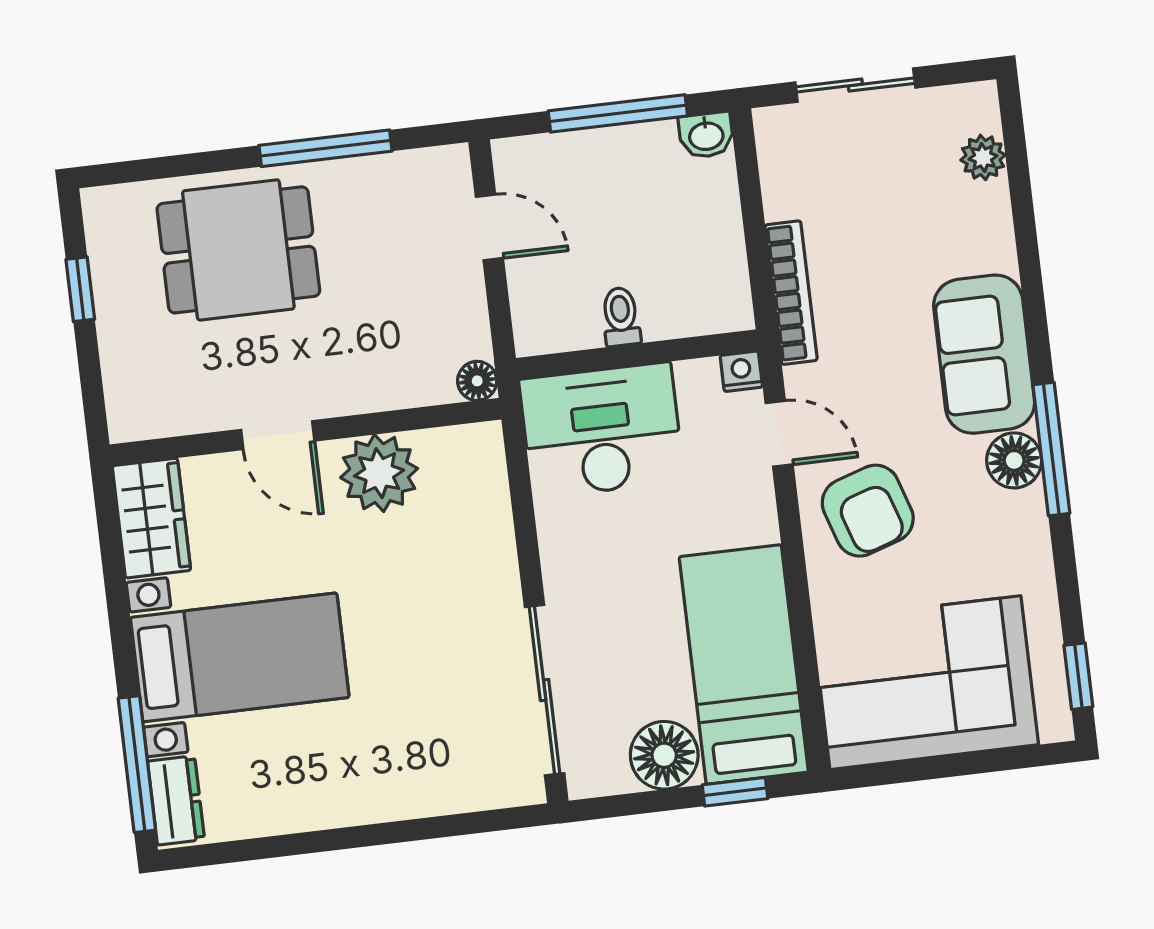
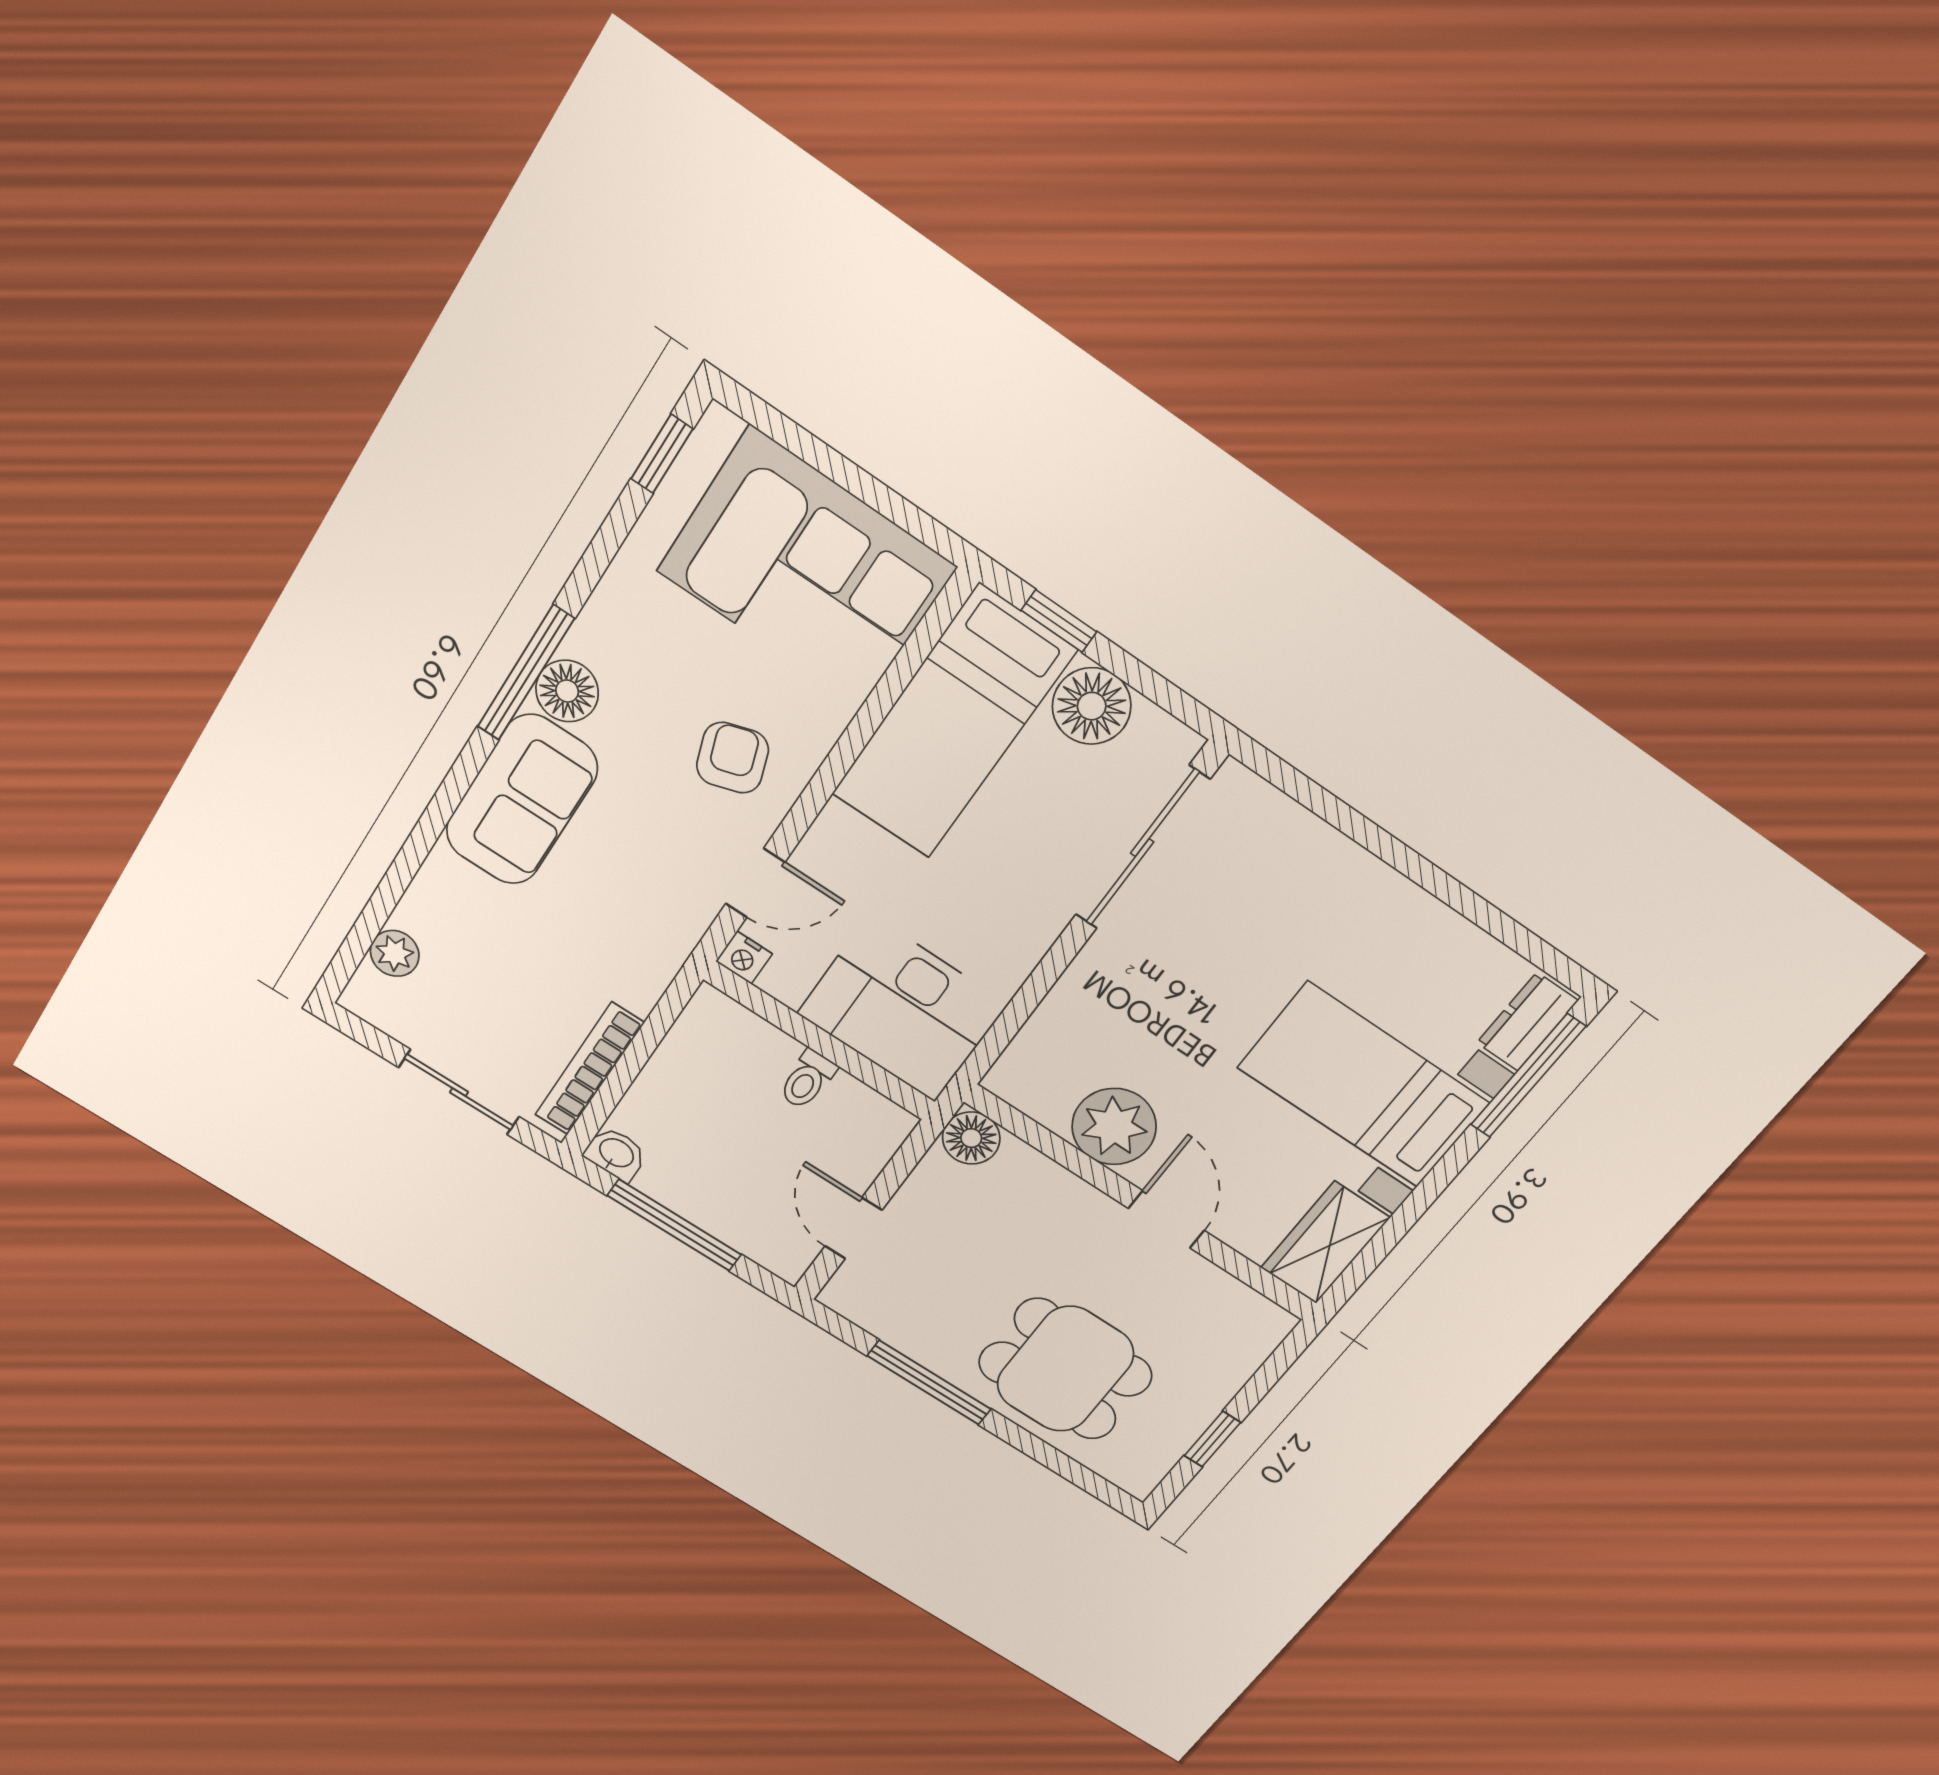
bookcase: (791, 293) -> (589, 1069), moved
floor lamp: (477, 381) -> (971, 1138), width x1.37, depth x1.37
door: (779, 434) -> (755, 883), swing flipped
armchair: (868, 511) -> (733, 758), width x0.72, depth x0.72

